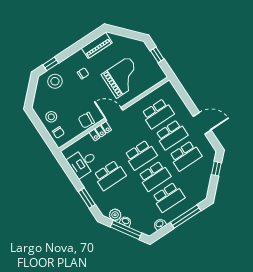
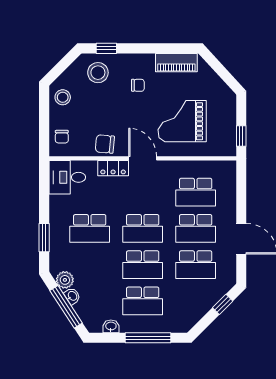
window: (157, 55) -> (241, 136), moved
grand piano: (123, 77) -> (182, 121), turned 180
stool: (51, 117) -> (63, 97), moved
desk: (83, 163) -> (67, 177), moved

